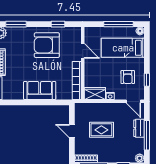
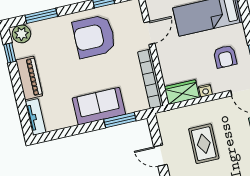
door: (83, 51) -> (149, 33), hinge flipped
window: (51, 102) -> (120, 120), added
rug: (101, 130) -> (204, 144), turned 90

